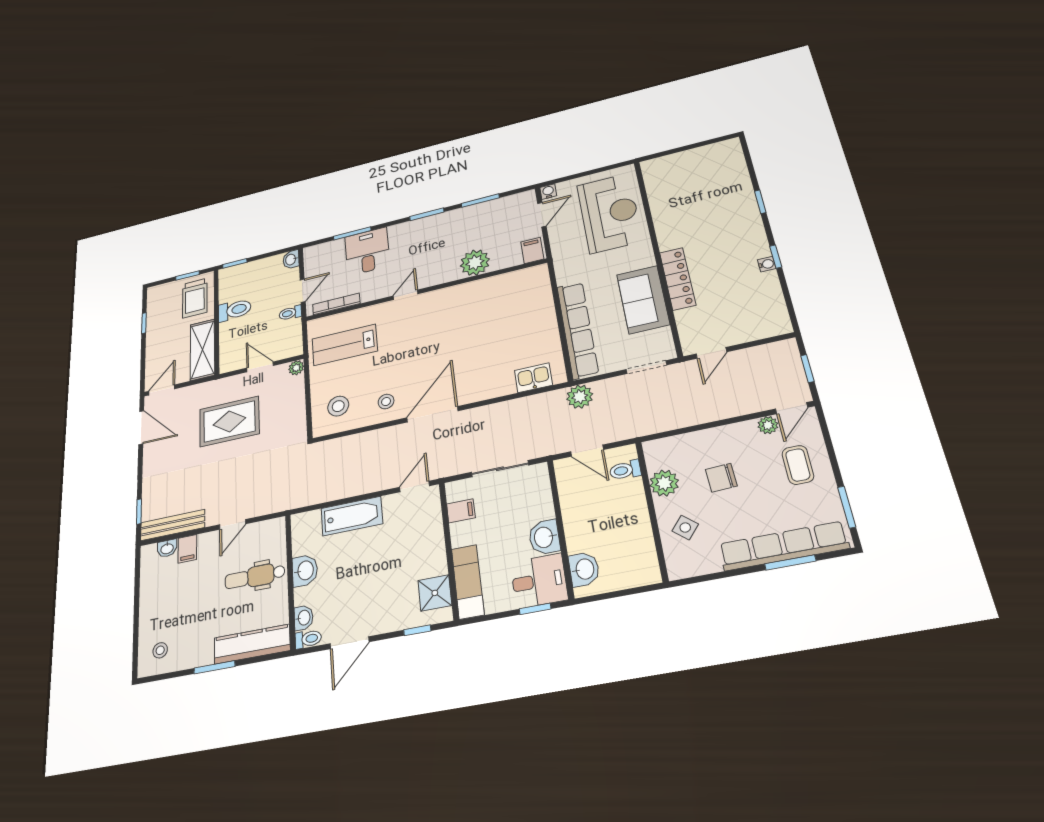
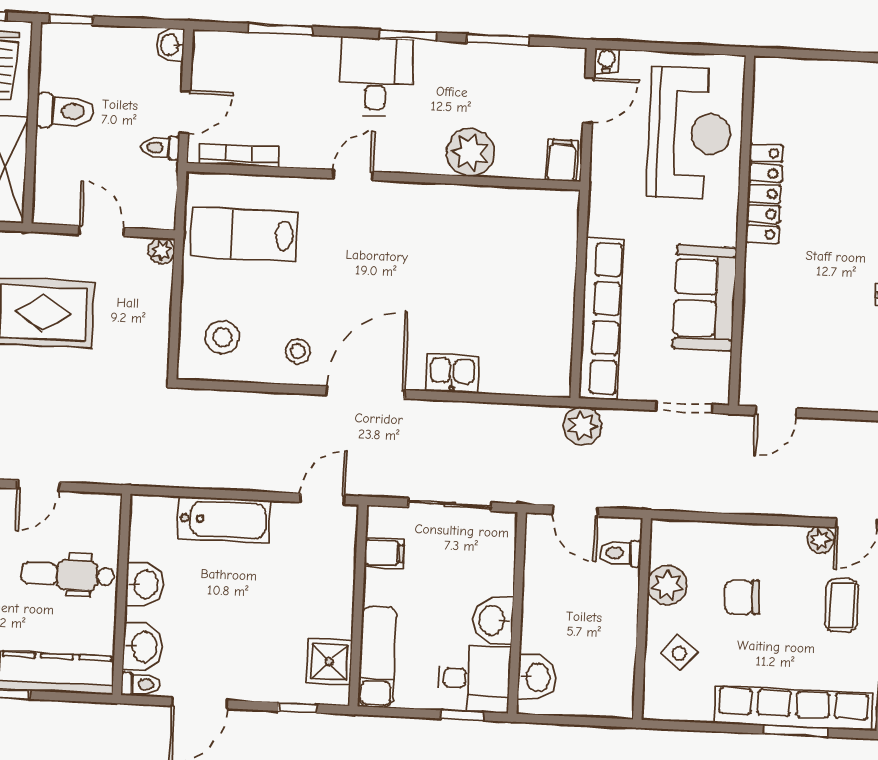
desk: (367, 251) -> (376, 77), moved
locker: (678, 279) -> (764, 194), moved
kitchen sink: (533, 378) -> (452, 374), moved
washbasin: (304, 618) -> (143, 647), width x1.38, depth x1.45

